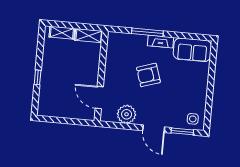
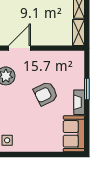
window: (147, 32) -> (87, 89), width x0.69
armchair: (148, 75) -> (46, 94), turned -98

